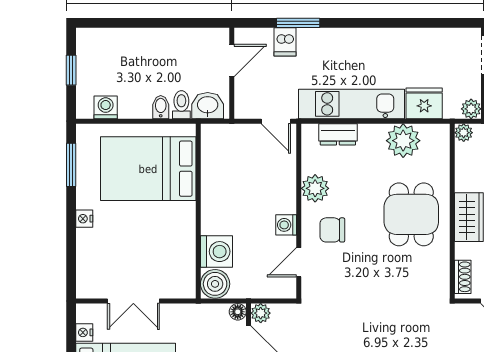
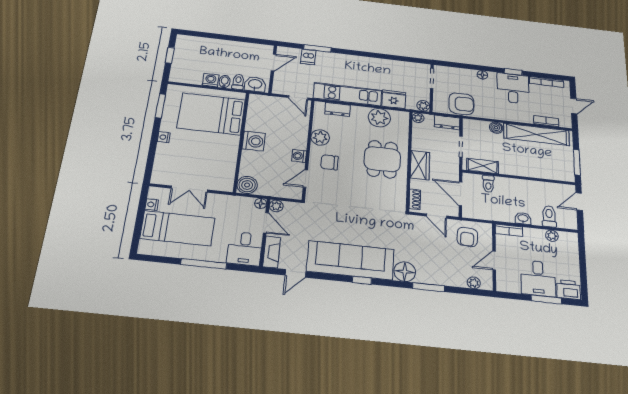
washing machine: (106, 107) -> (211, 80), moved
washing machine: (216, 252) -> (254, 141), moved

